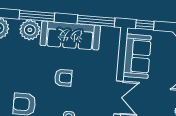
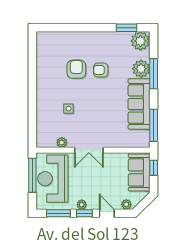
sofa: (137, 56) -> (139, 172), moved, turned 90
armchair: (63, 78) -> (101, 70), moved, turned 90

